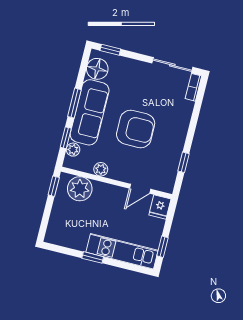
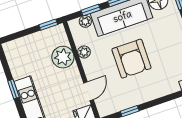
plant: (80, 189) -> (63, 57), moved
door: (140, 189) -> (89, 91), swing flipped

